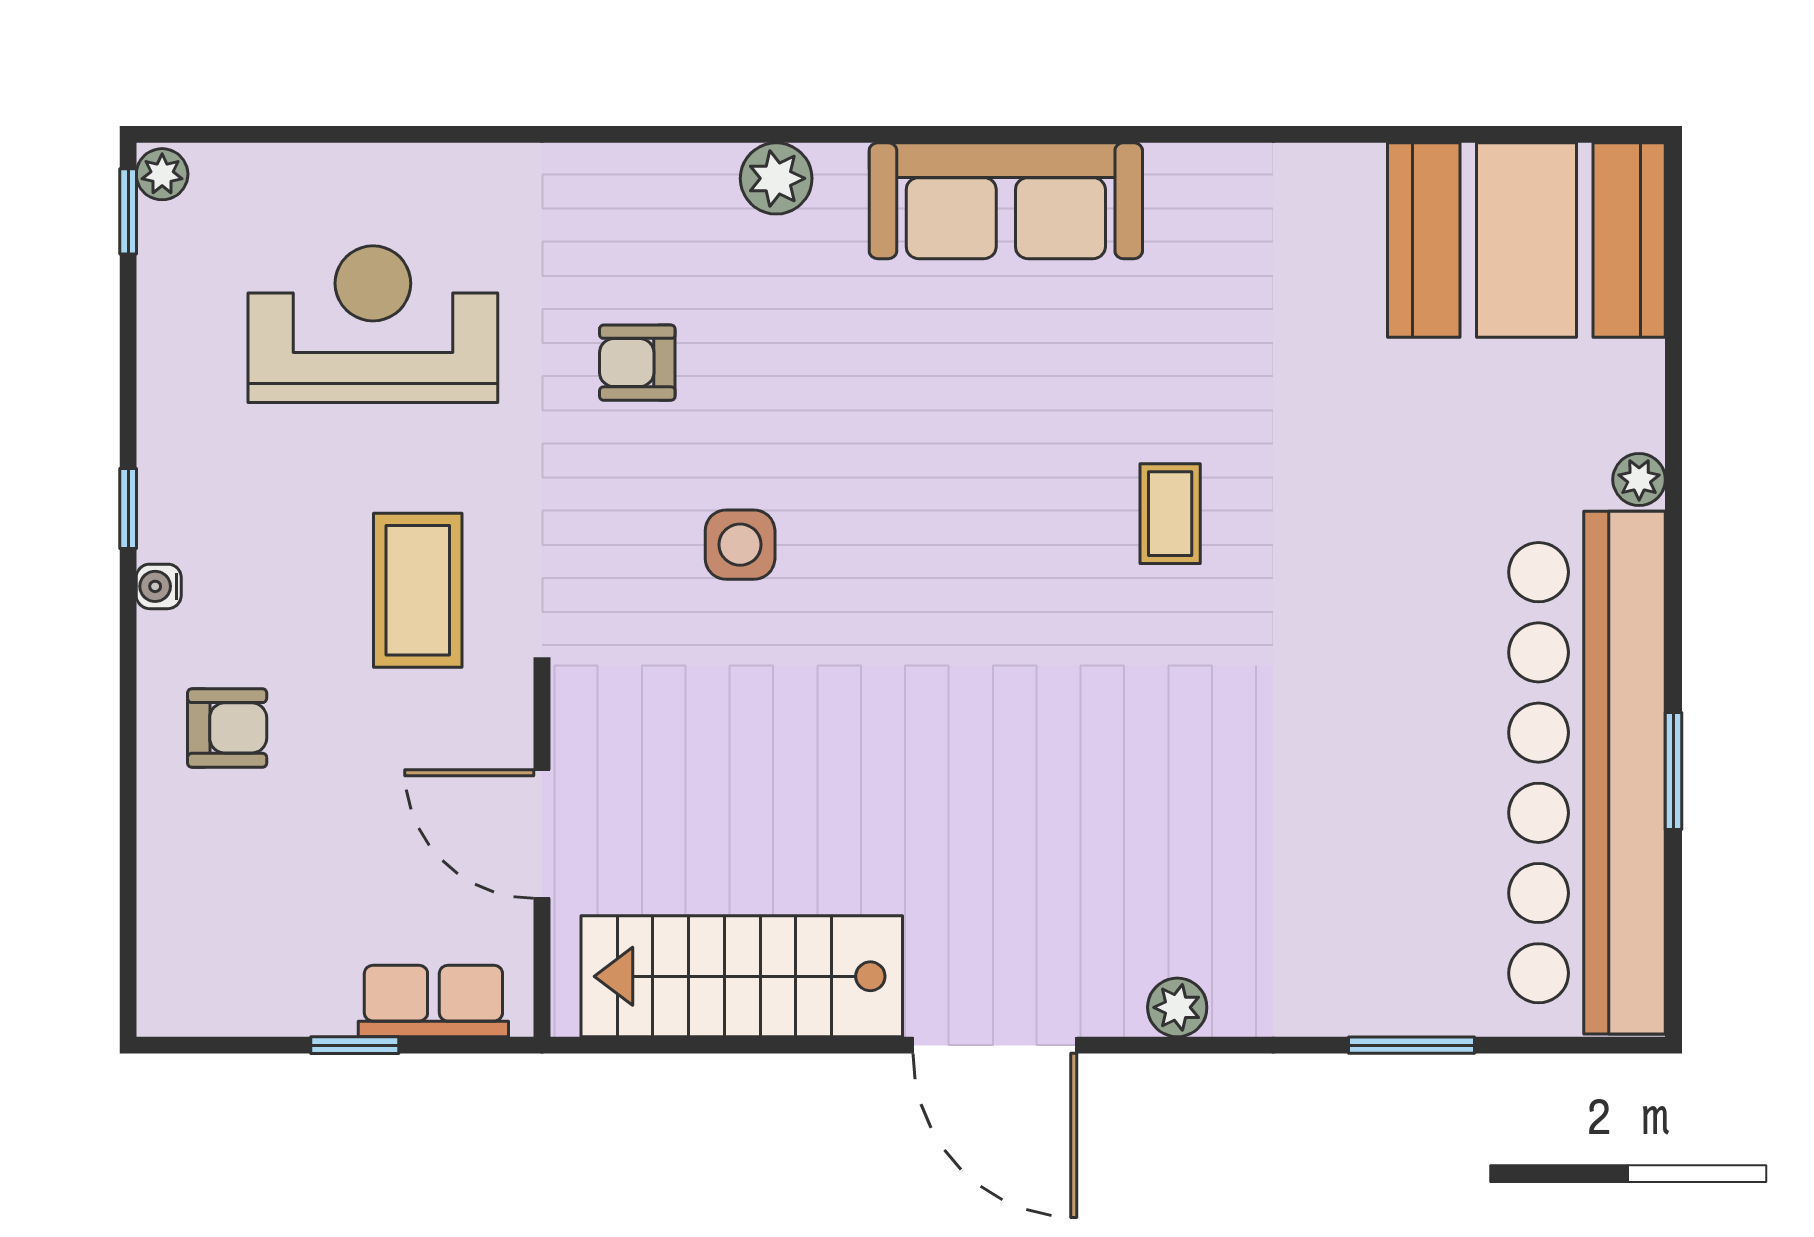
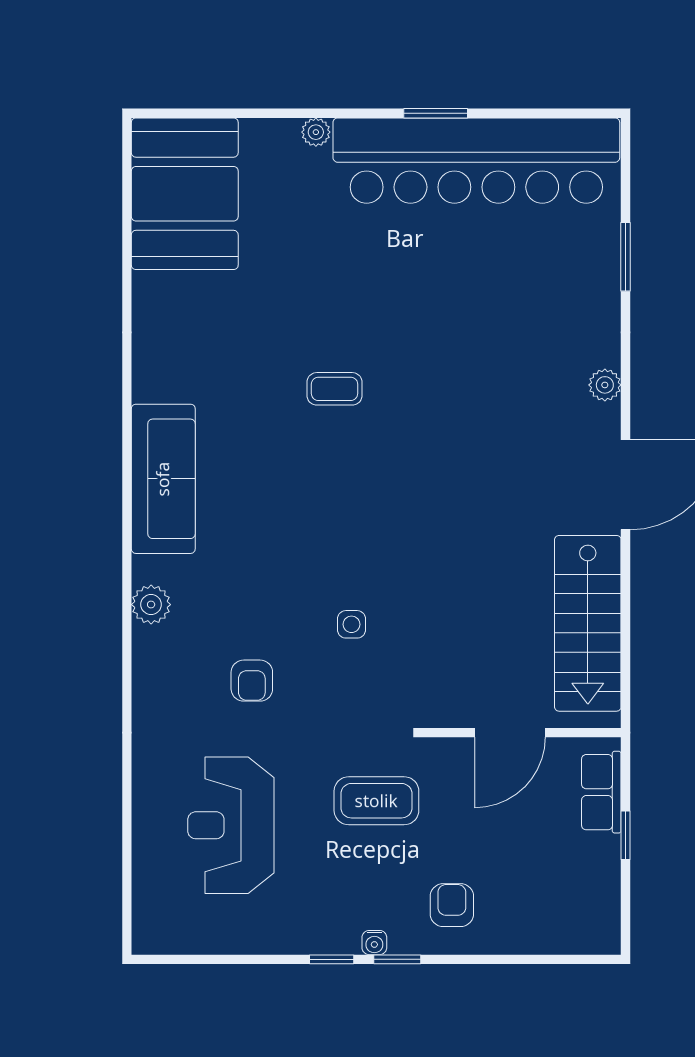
plant: (162, 174) -> (149, 941), removed
window: (128, 211) -> (397, 959), moved
side table: (740, 545) -> (351, 624), width x0.73, depth x0.73
window: (1674, 771) -> (436, 113), moved

